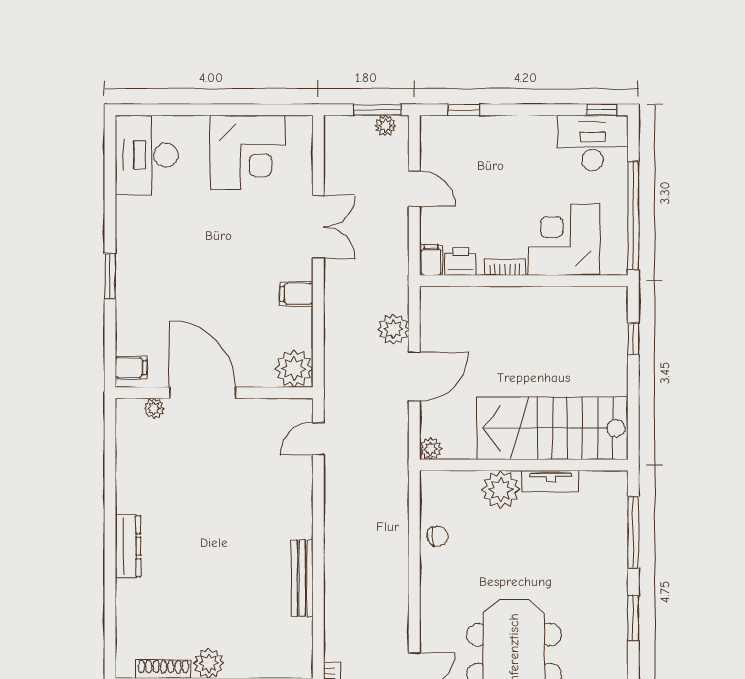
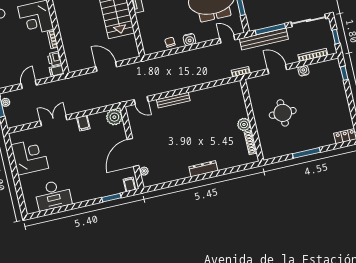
desk: (147, 155) -> (53, 195), moved
window: (110, 276) -> (111, 198), moved
plant: (393, 329) -> (89, 80), removed
plant: (431, 449) -> (135, 53), removed
plant: (501, 489) -> (145, 20), removed
bench: (302, 578) -> (173, 100), moved
water cooler: (433, 582) -> (189, 40), added

